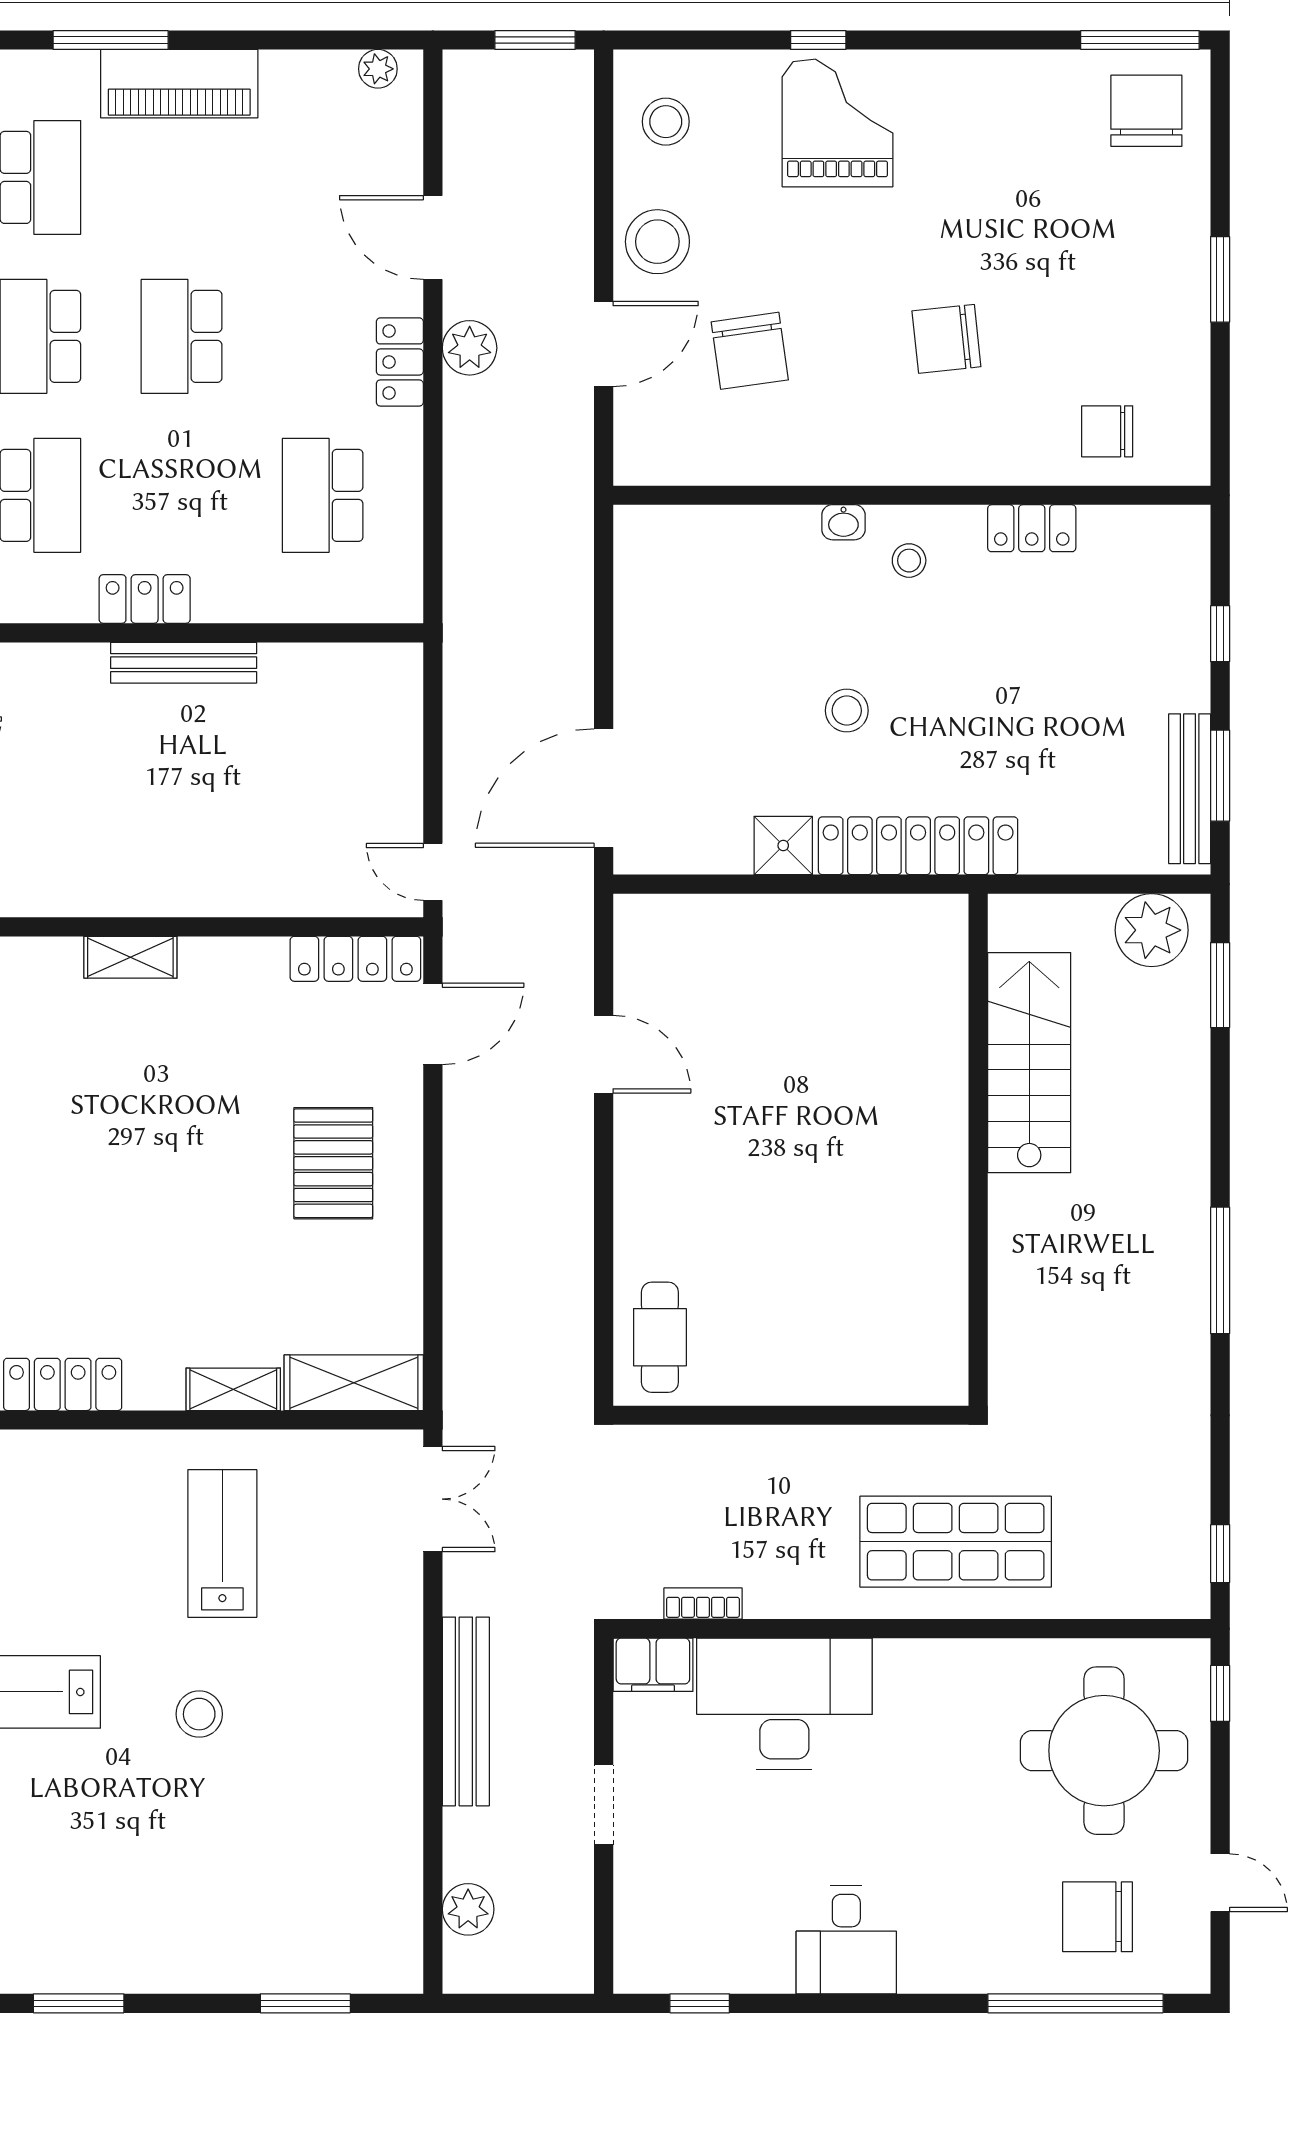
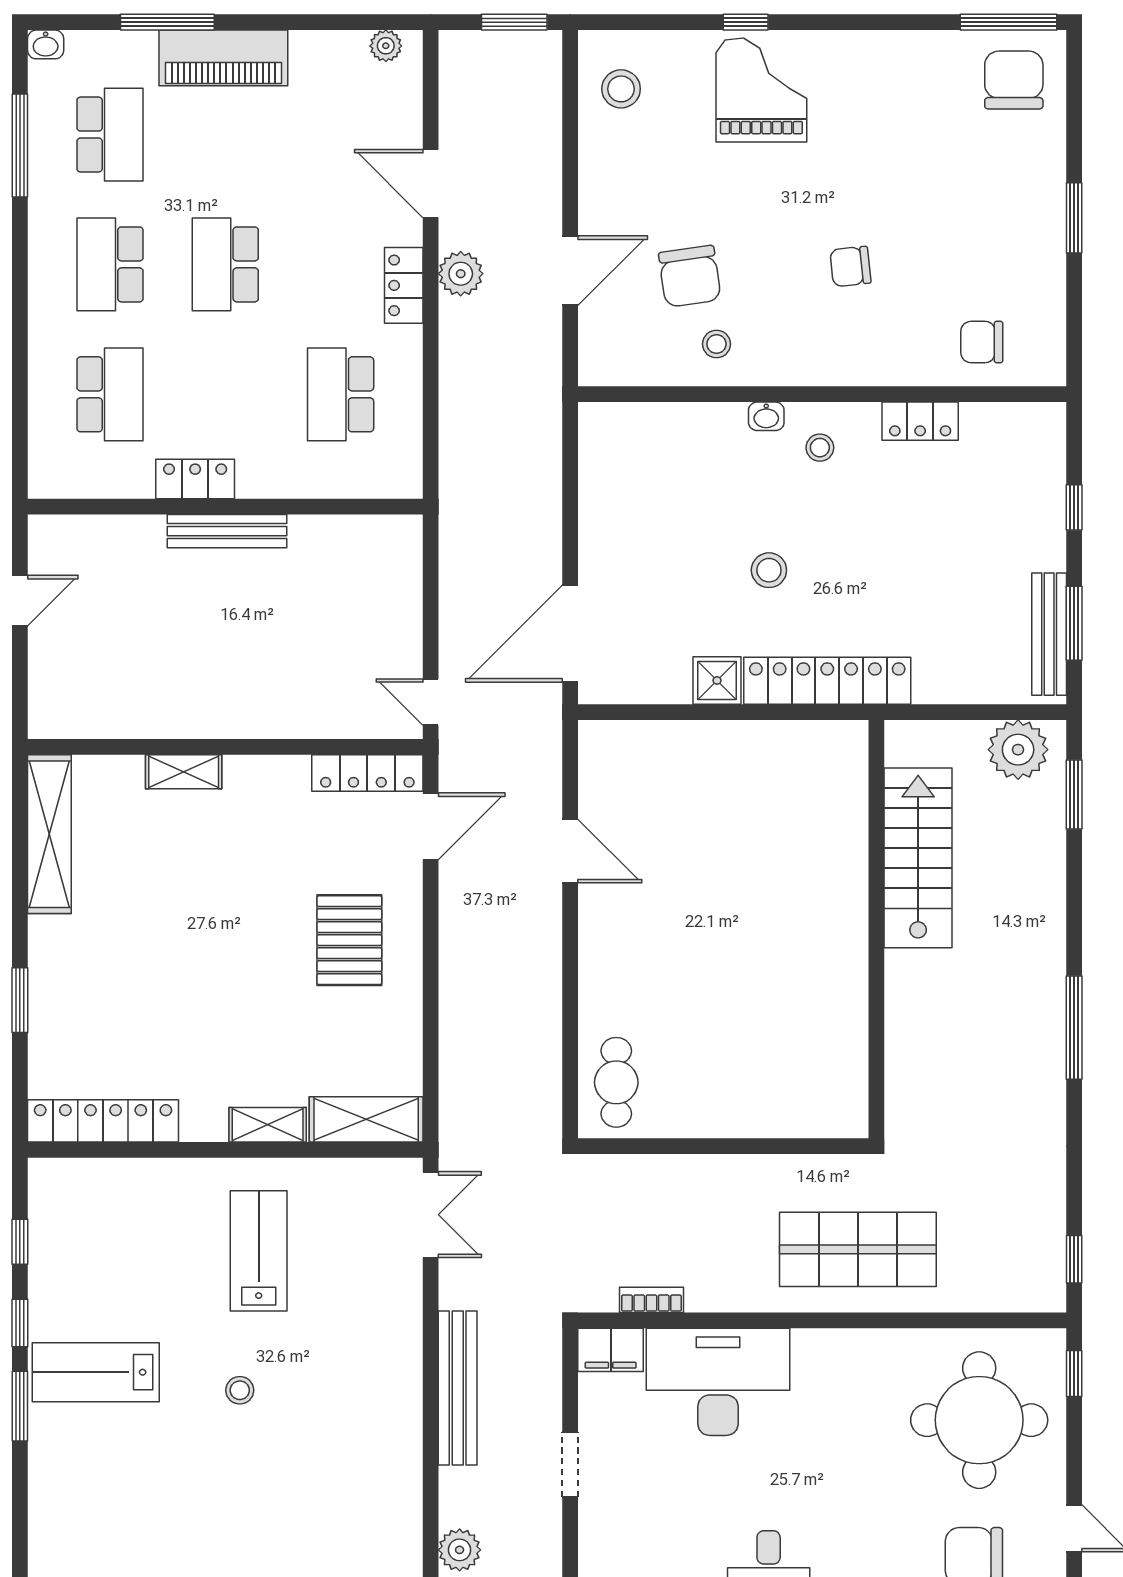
stool: (657, 242) -> (717, 344), moved, width x0.53, depth x0.53
chair: (946, 339) -> (850, 266), width x0.73, depth x0.73
stool: (199, 1714) -> (240, 1390), width x0.73, depth x0.73

